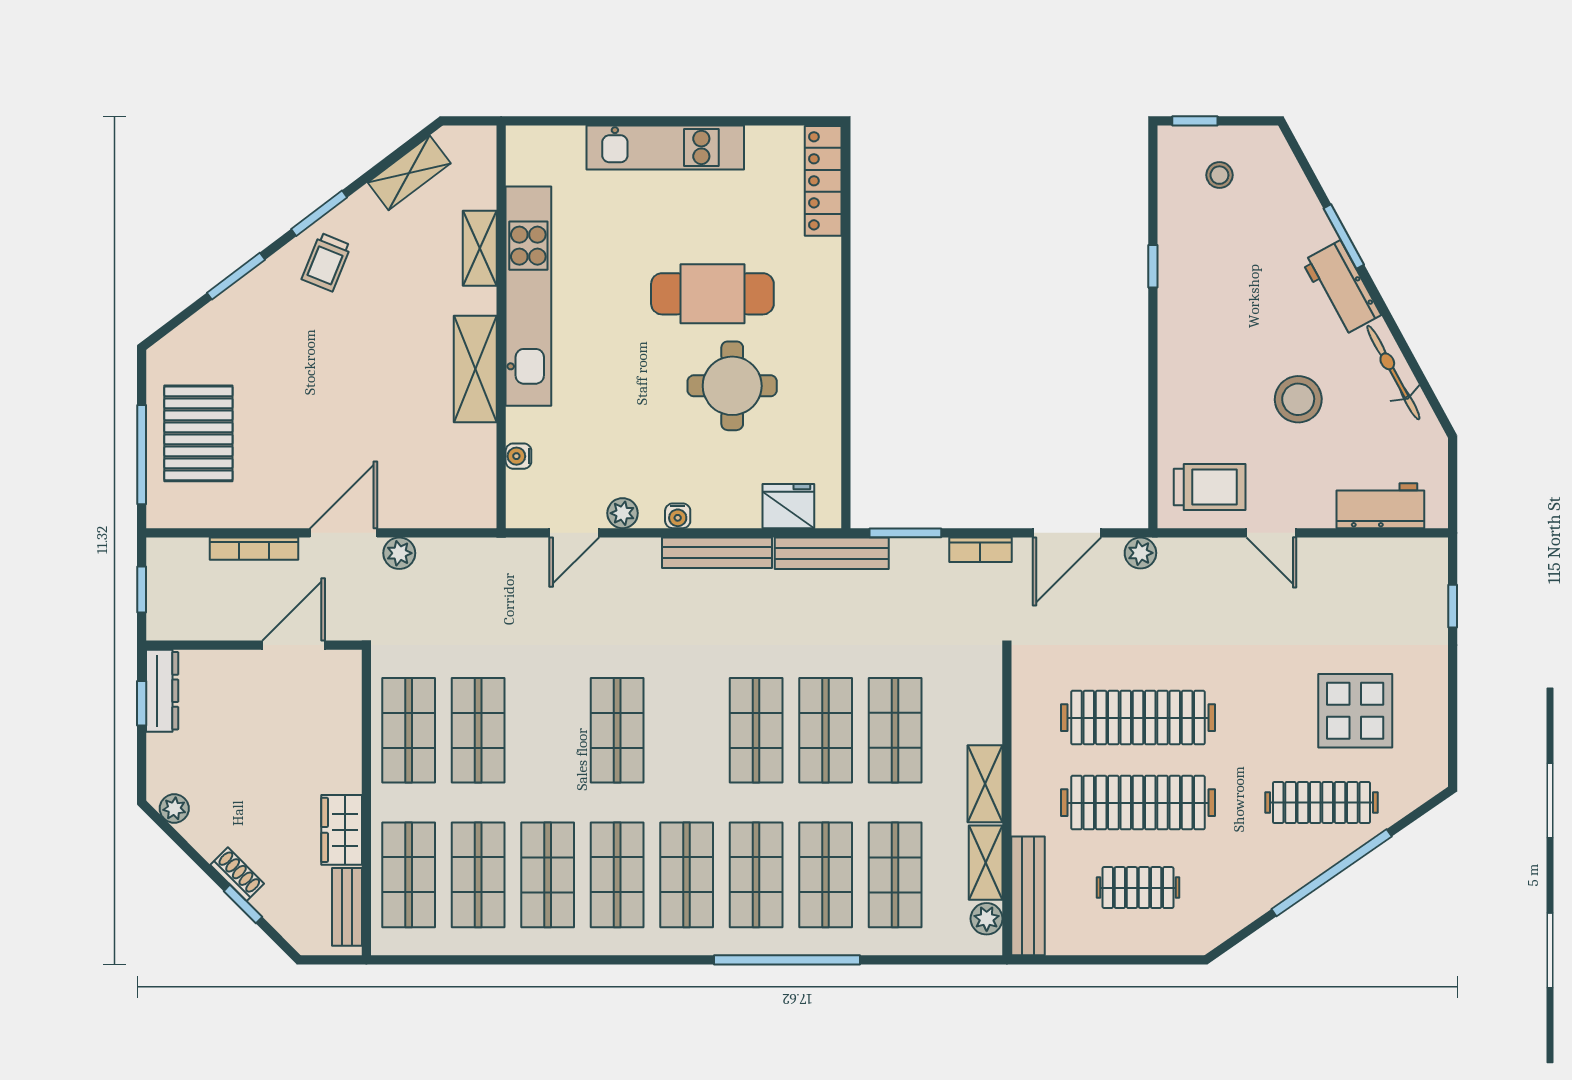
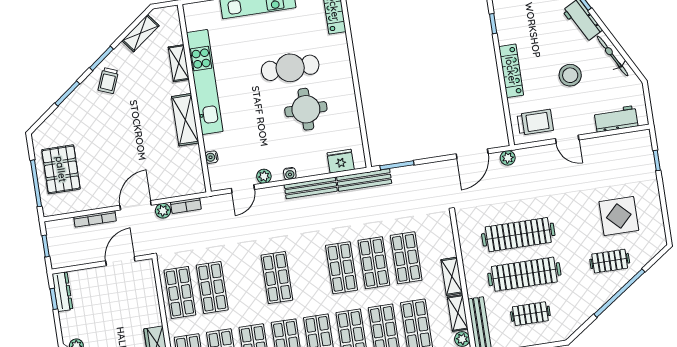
locker: (1176, 371) -> (511, 71), added
bookcase: (980, 550) -> (186, 206), moved
clothes rail: (1321, 803) -> (610, 261), width x0.73

